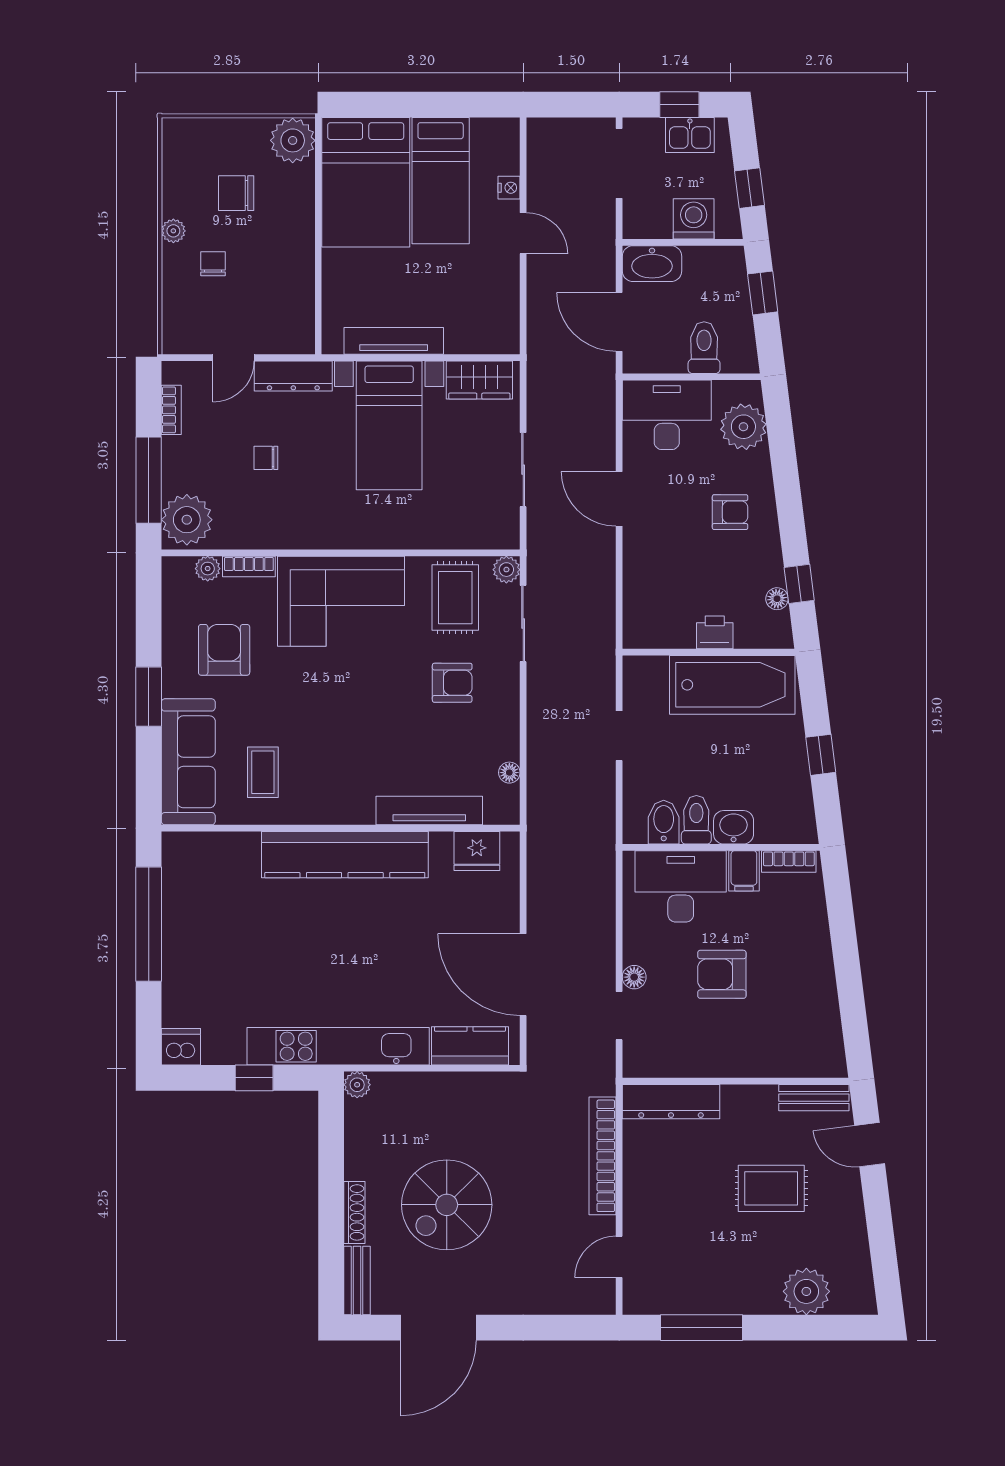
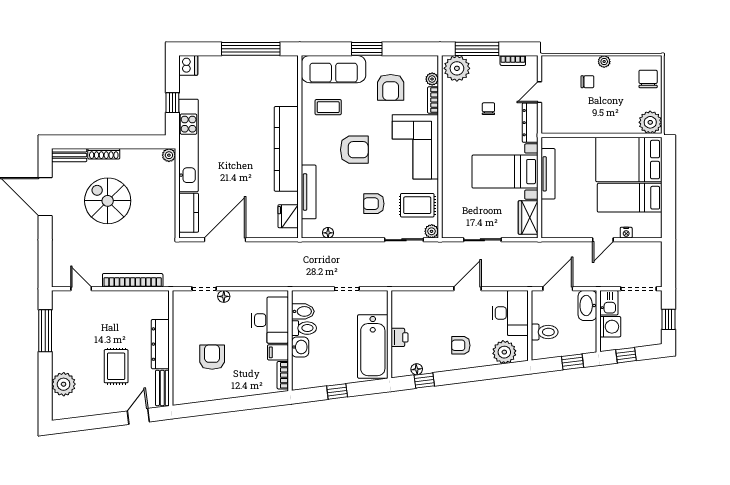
kitchen sink: (690, 135) -> (609, 303), moved, turned 180
chair: (236, 193) -> (648, 79), moved
door: (234, 358) -> (540, 92), hinge flipped
armchair: (730, 512) -> (461, 345), turned 90
armchair: (224, 650) -> (391, 87), turned 90
armchair: (452, 683) -> (374, 204), turned 90
armchair: (346, 721) -> (354, 150), added
armchair: (722, 974) -> (212, 357), moved
dresser: (671, 1102) -> (160, 344), moved

